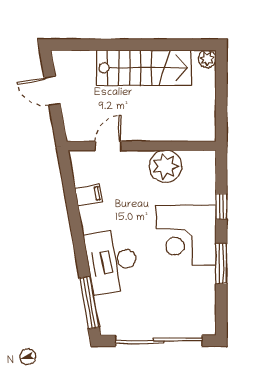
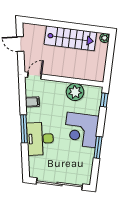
door: (108, 146) -> (35, 76), moved
window: (221, 206) -> (104, 100), moved
window: (89, 303) -> (24, 129), moved

